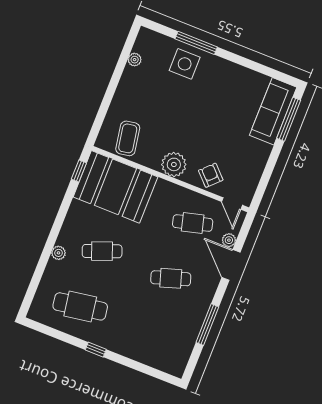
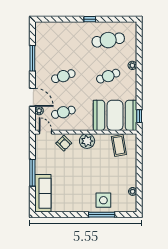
window: (289, 119) -> (32, 173), moved

